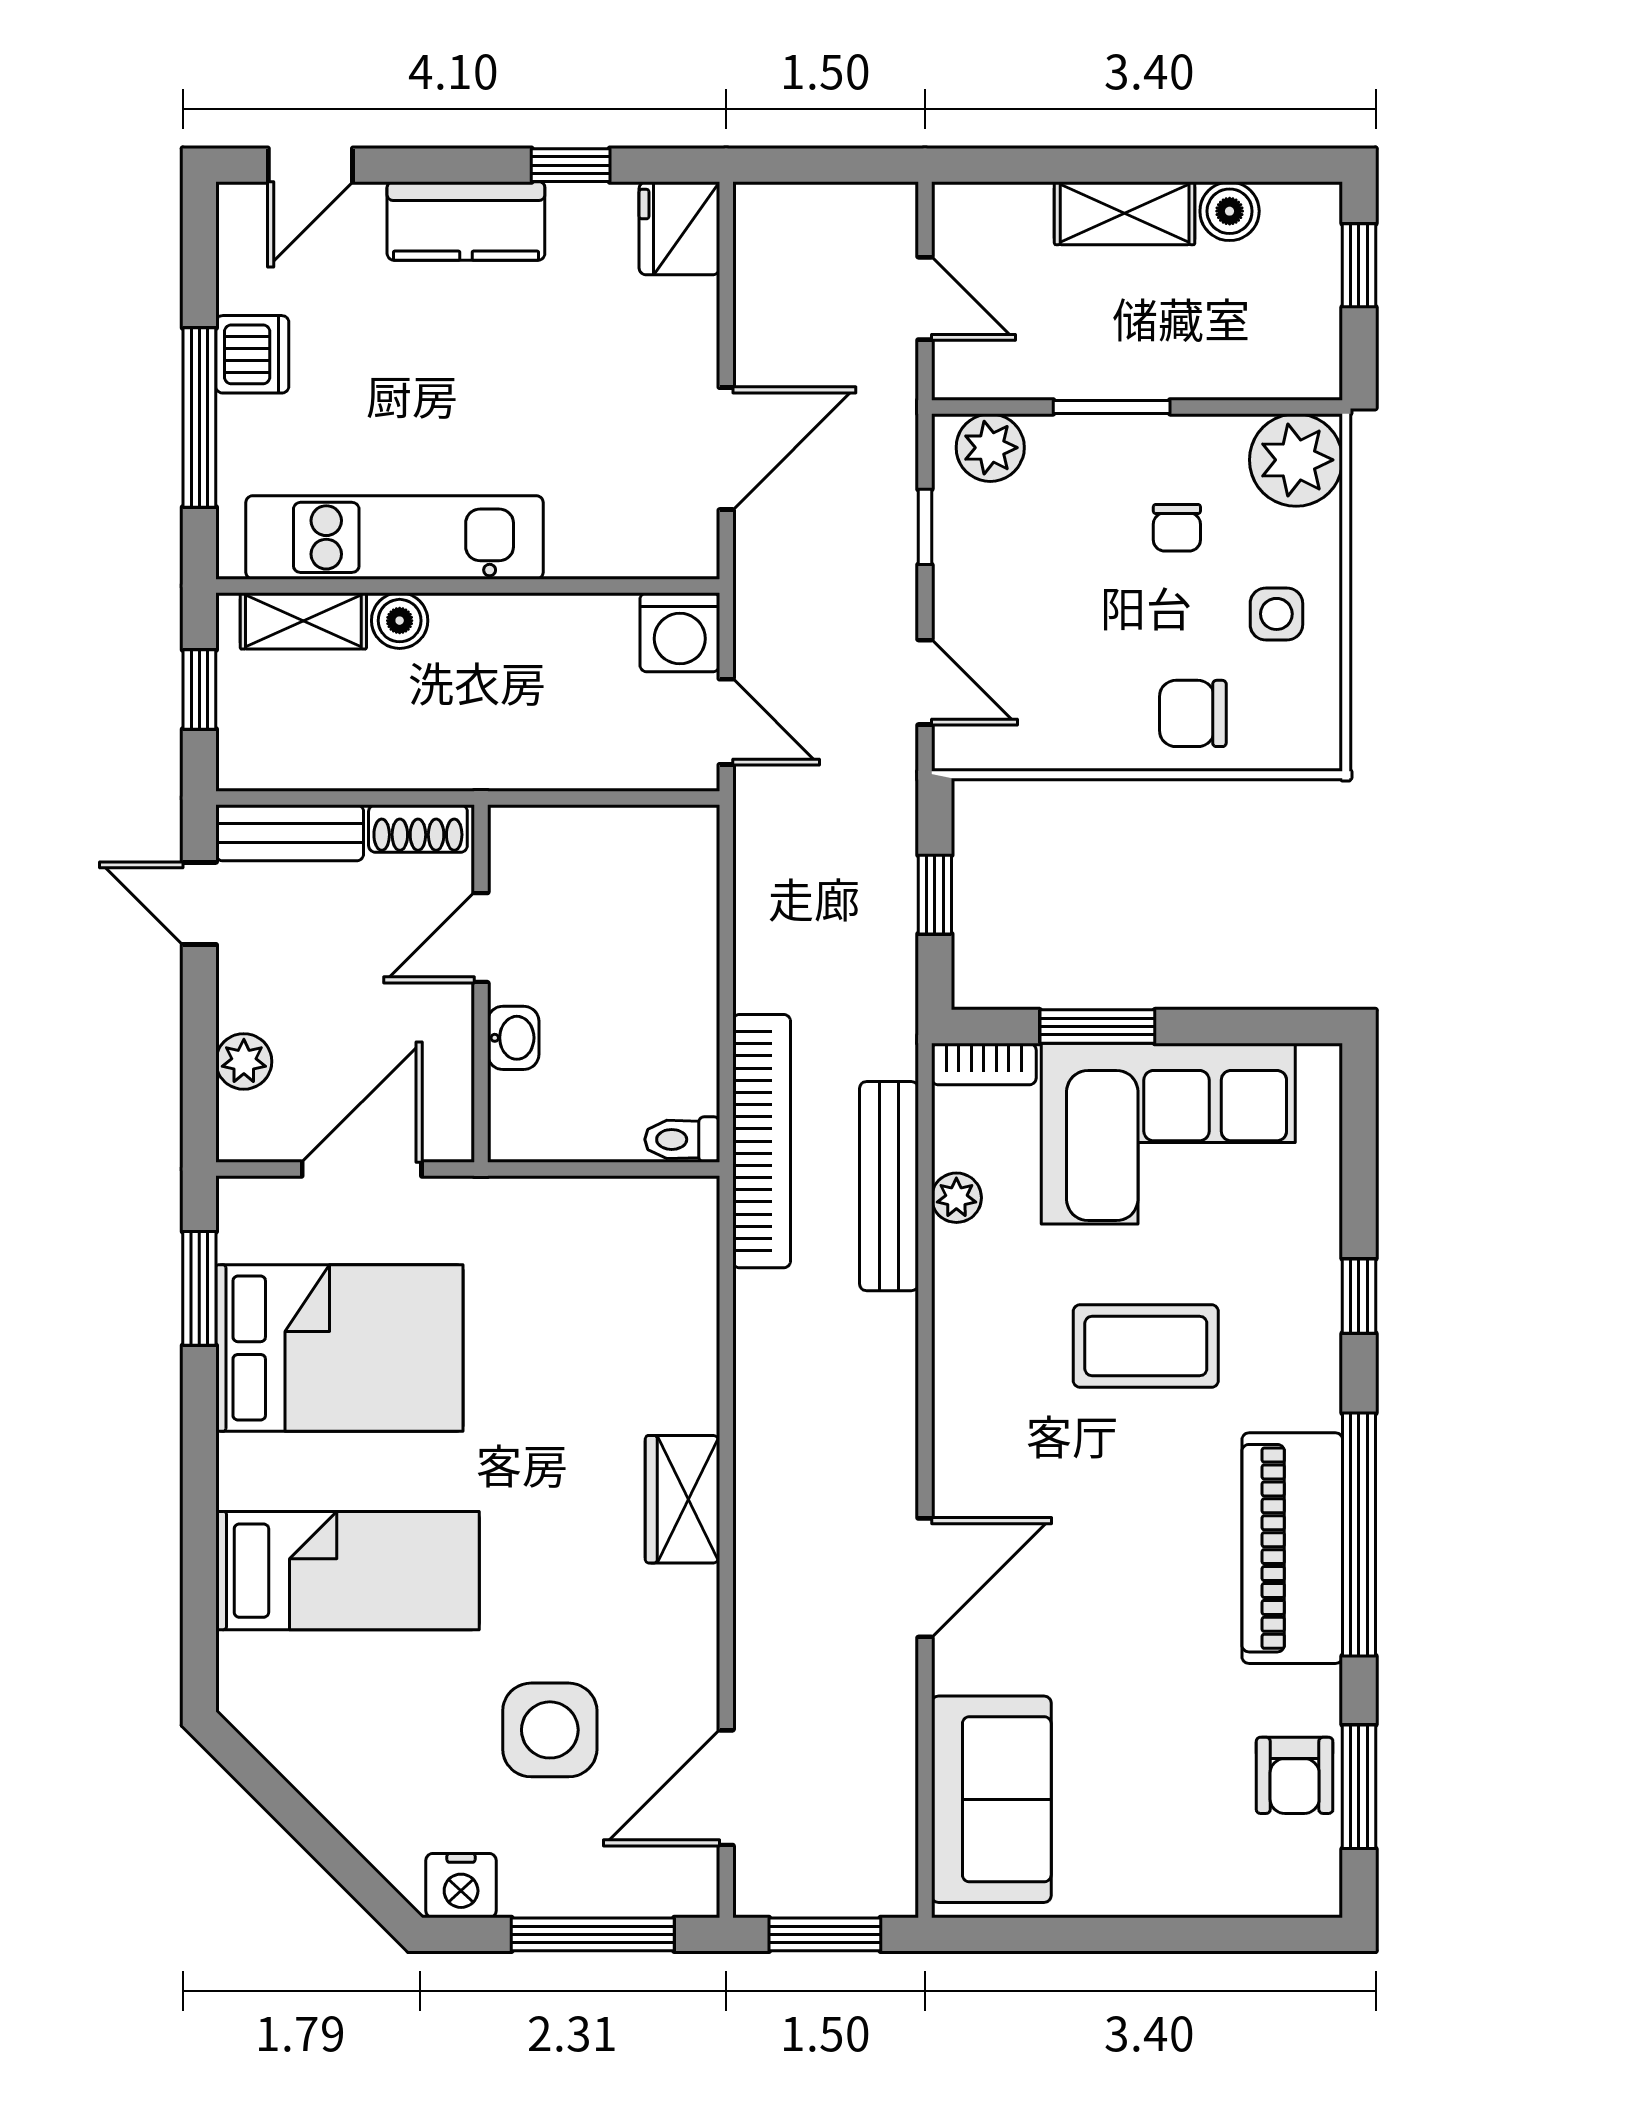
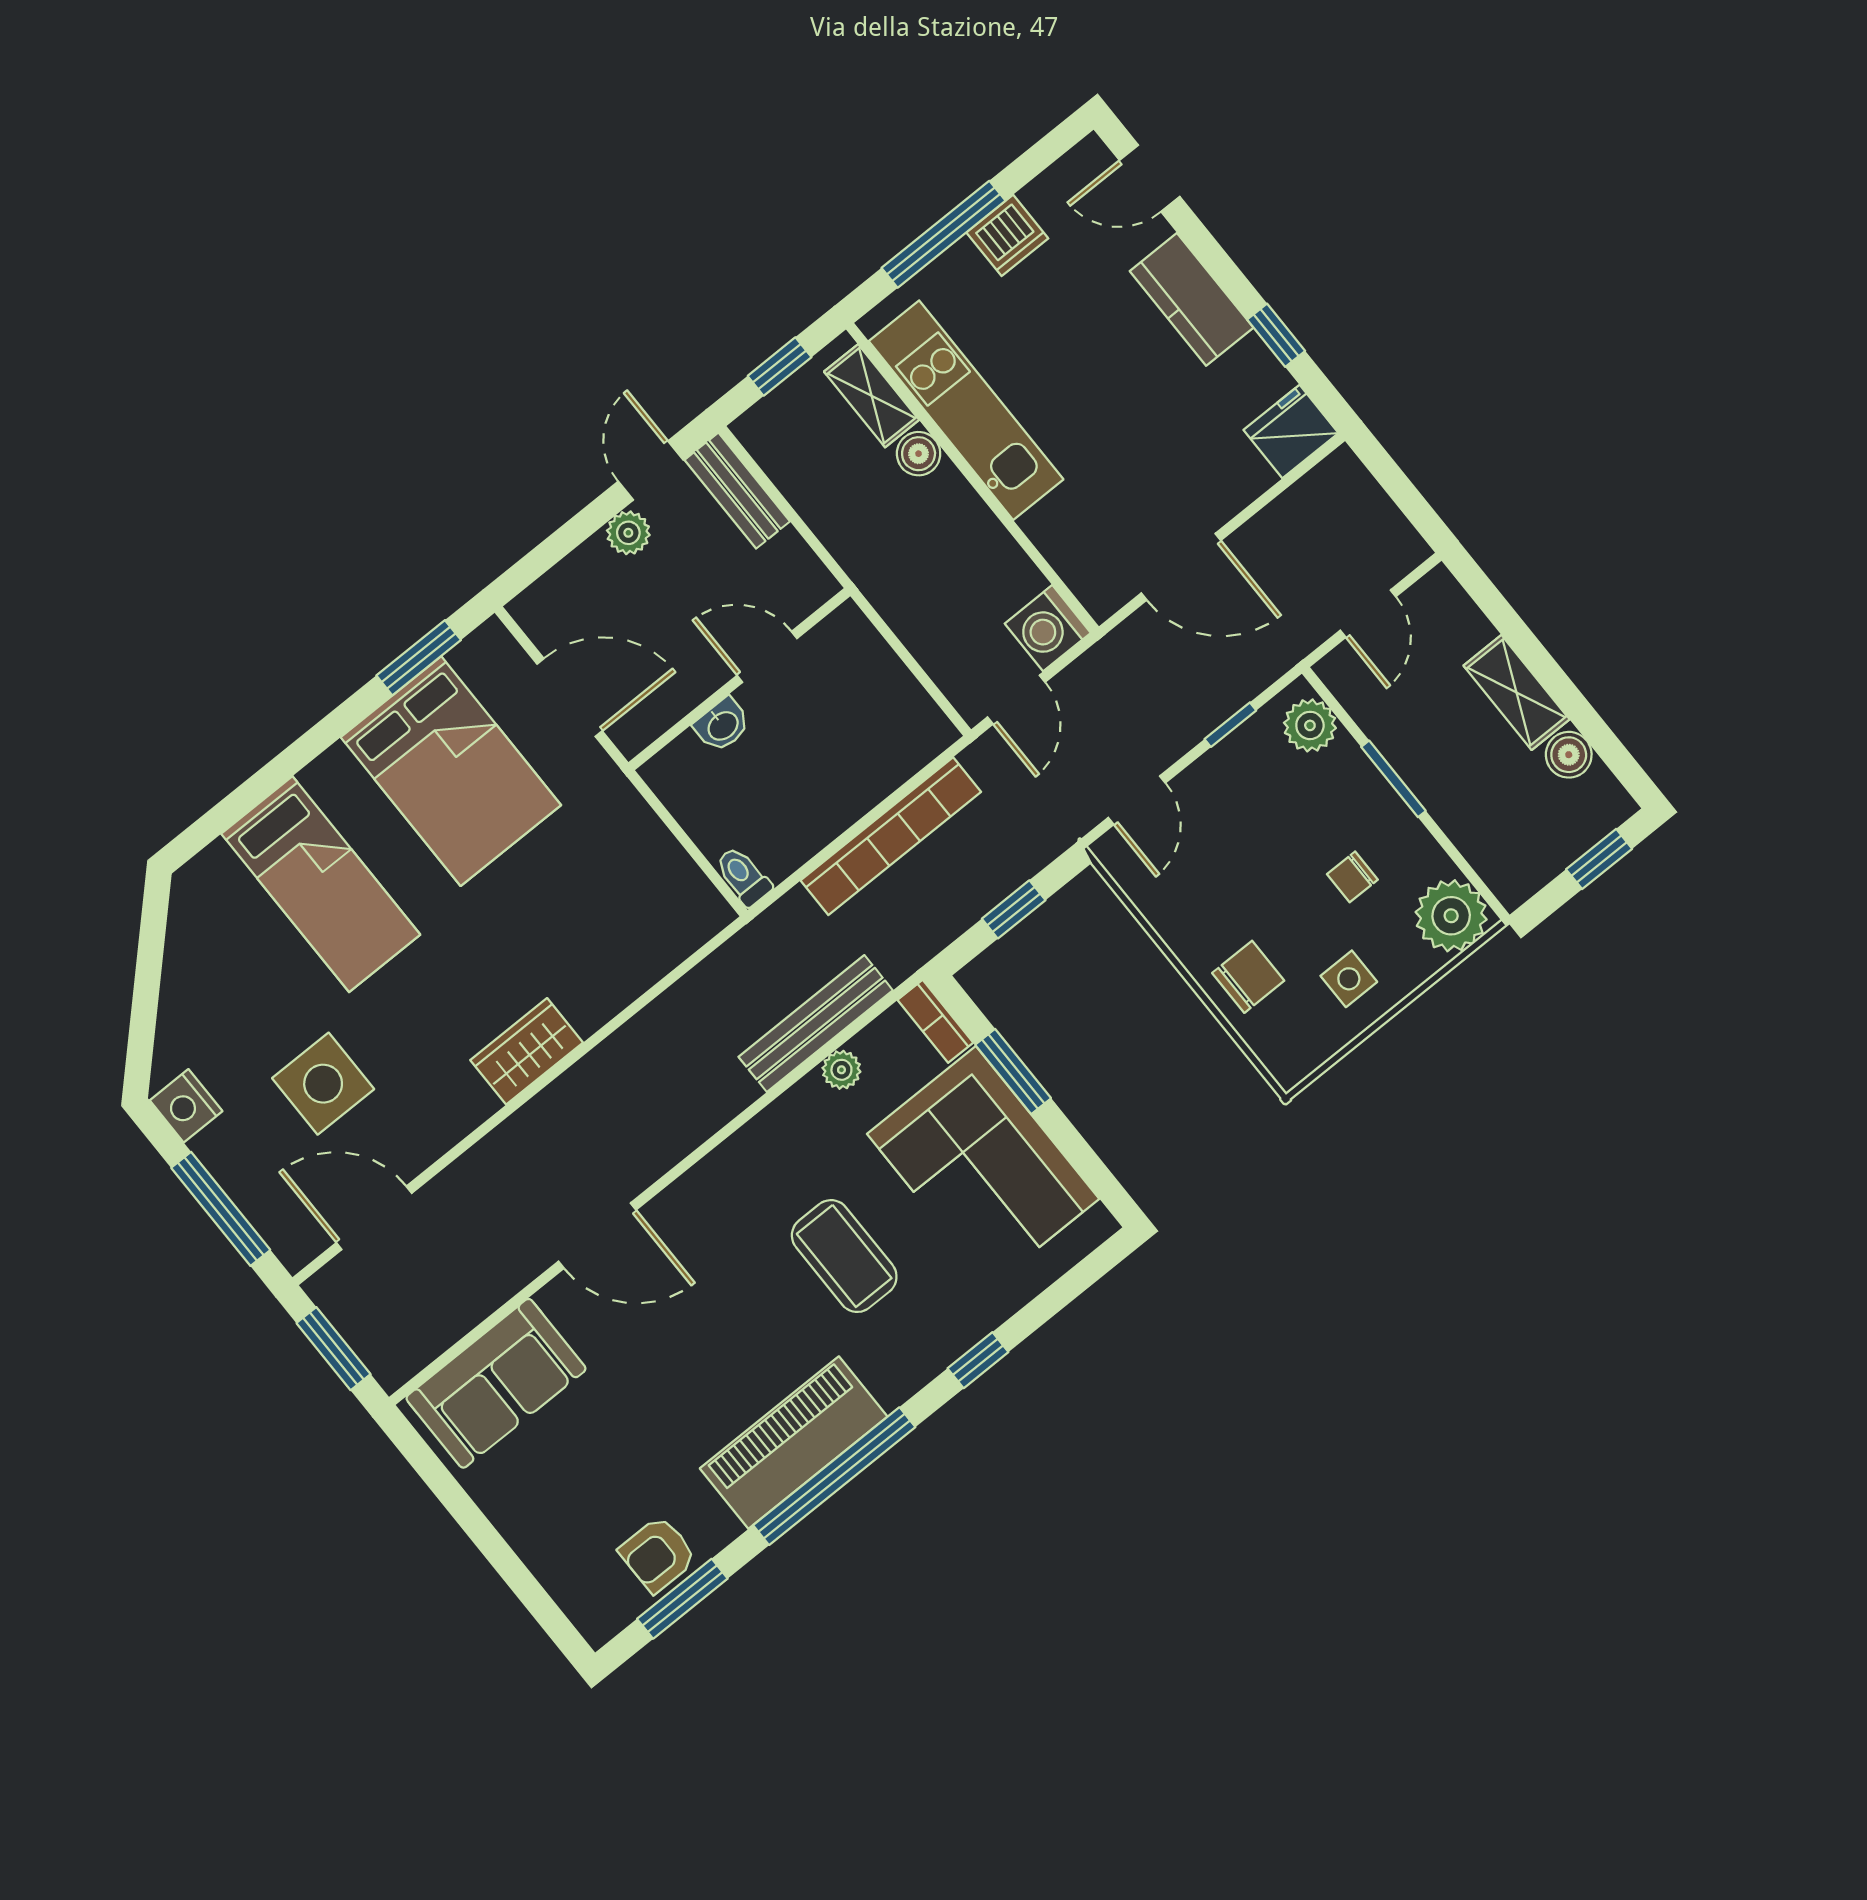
chair: (1193, 713) -> (1248, 977), turned 90
shoe rack: (418, 828) -> (802, 566), removed
plant: (244, 1061) -> (628, 533), moved
bookcase: (762, 1141) -> (891, 836), moved

